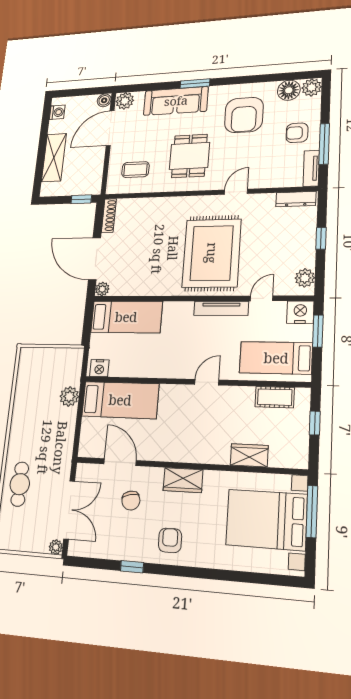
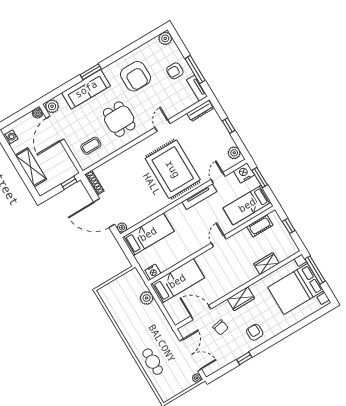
floor lamp: (289, 90) -> (153, 47), removed

